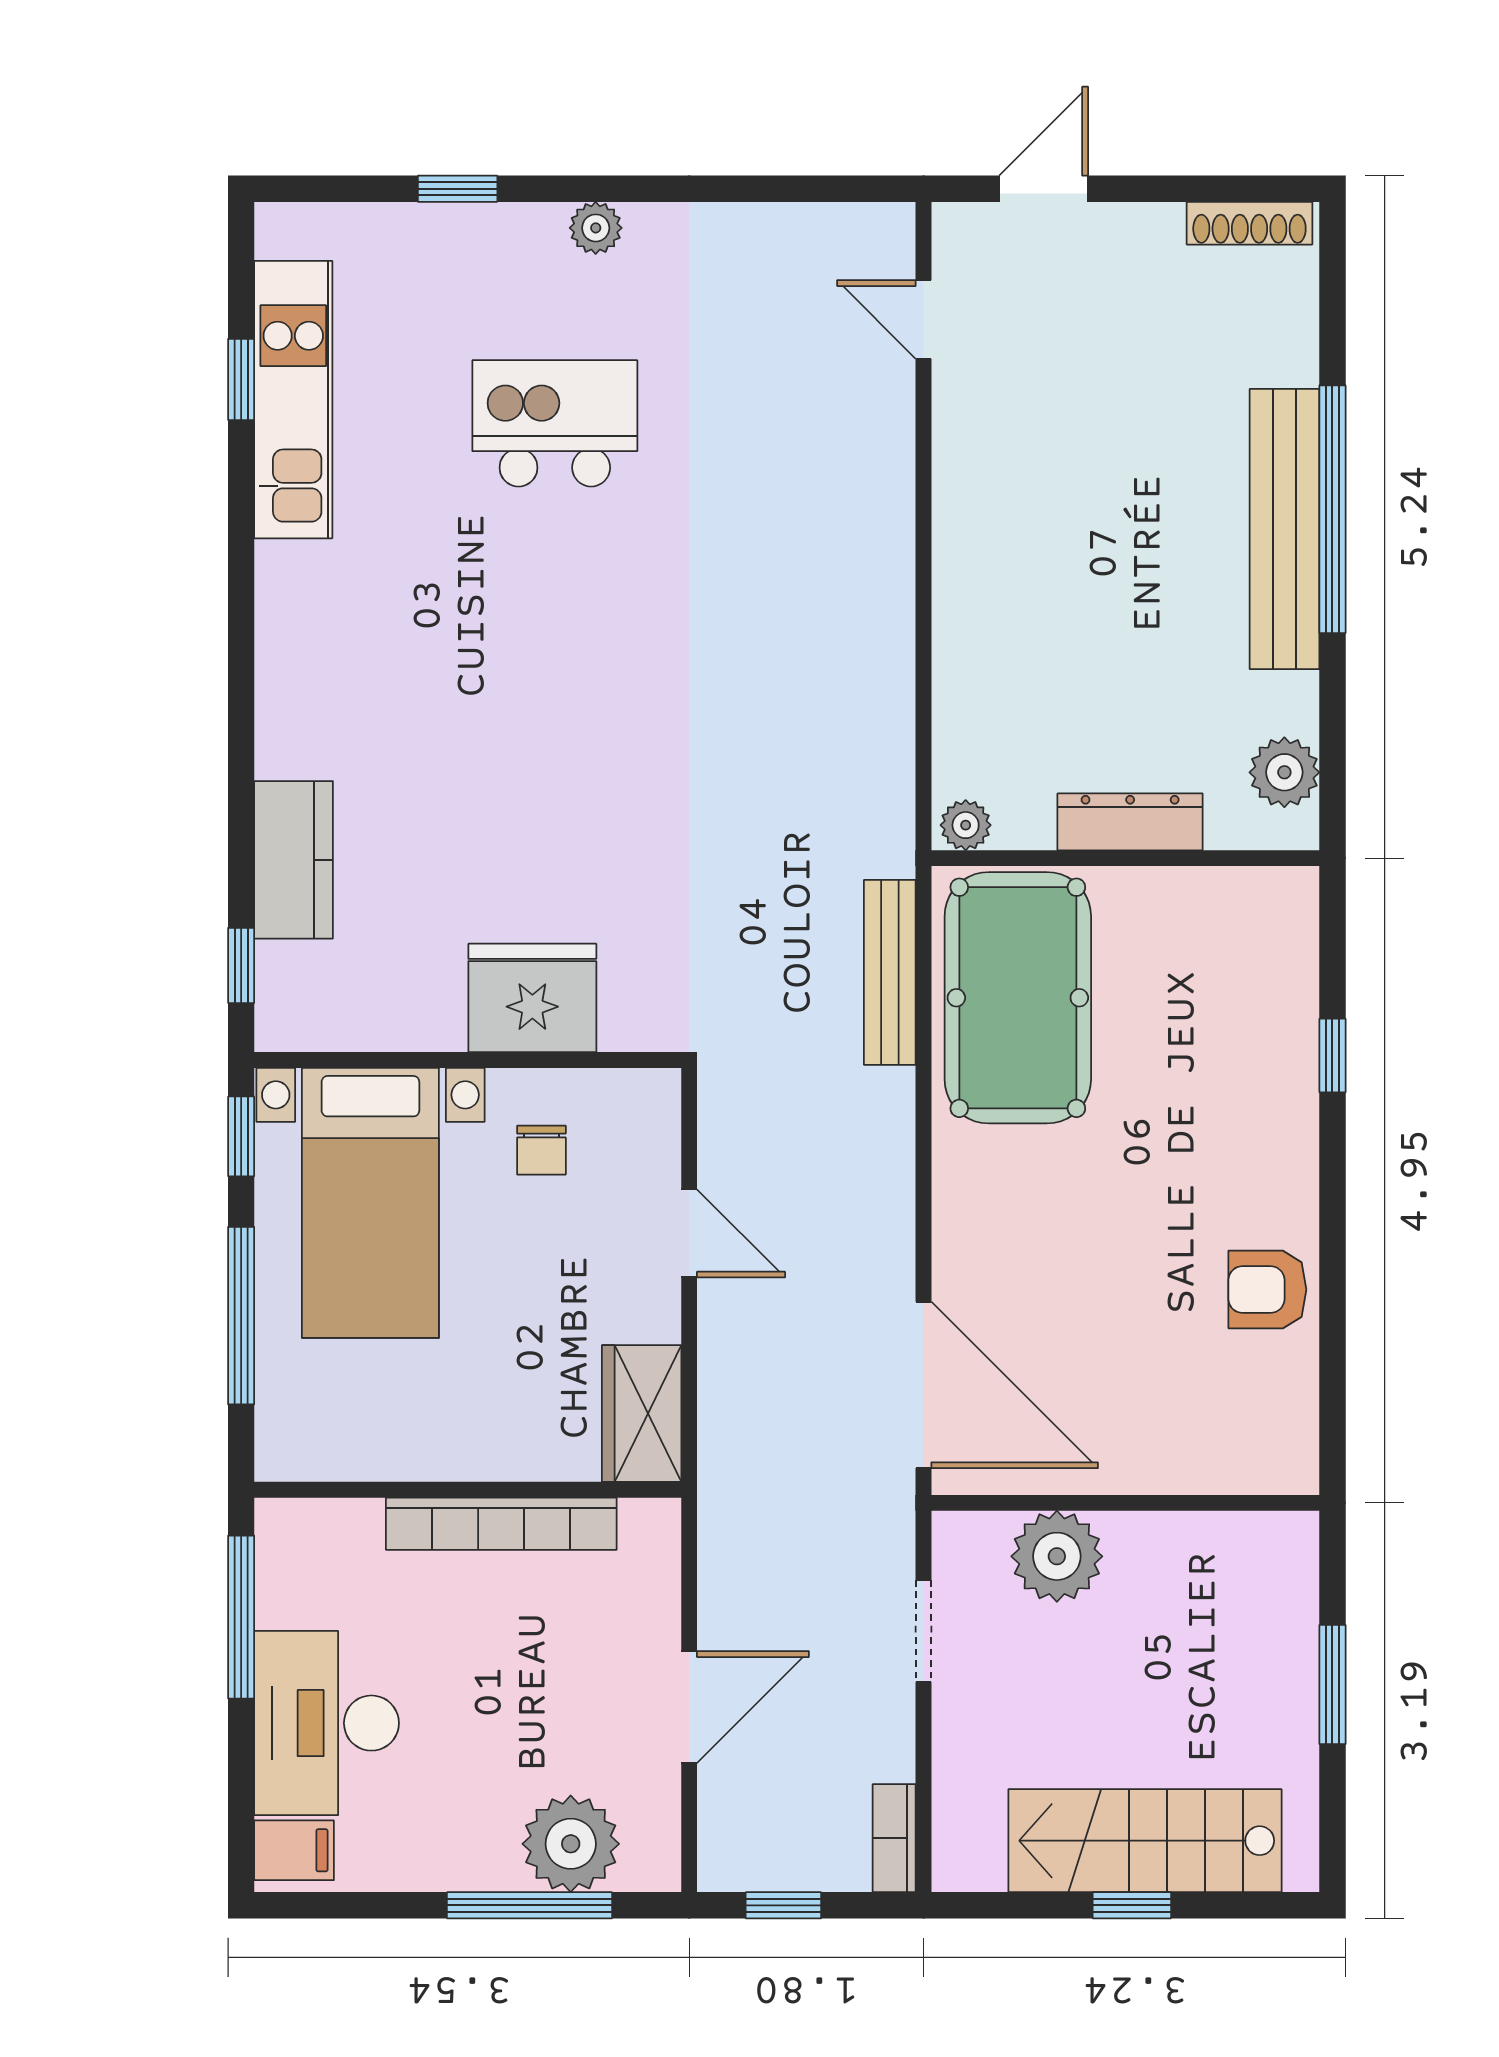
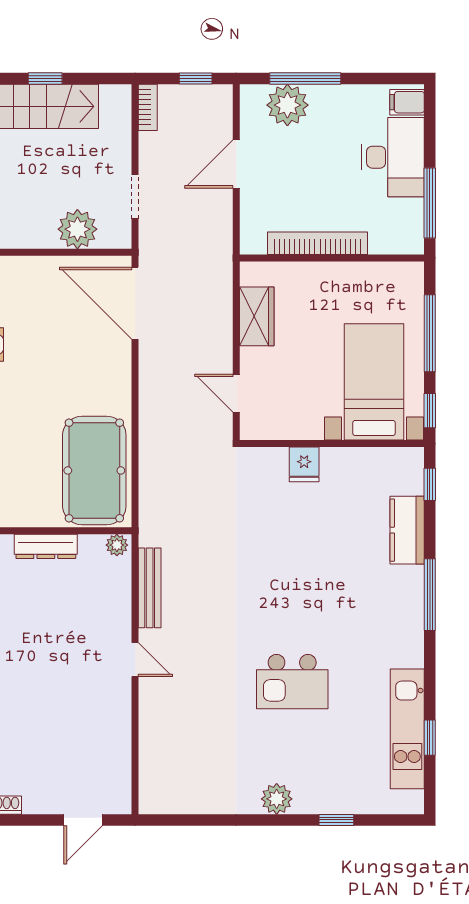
plant: (596, 228) -> (277, 799), width x1.38, depth x1.38
door: (924, 319) -> (135, 660), moved
kitchen island: (555, 423) -> (292, 682), moved
window: (241, 710) -> (430, 595), added
bench: (890, 972) -> (150, 588), moved
fridge: (532, 998) -> (304, 464), width x0.53, depth x0.75
chair: (541, 1150) -> (300, 405), removed
door: (689, 1233) -> (236, 393), moved
wardrobe: (642, 1414) -> (257, 316), moved

